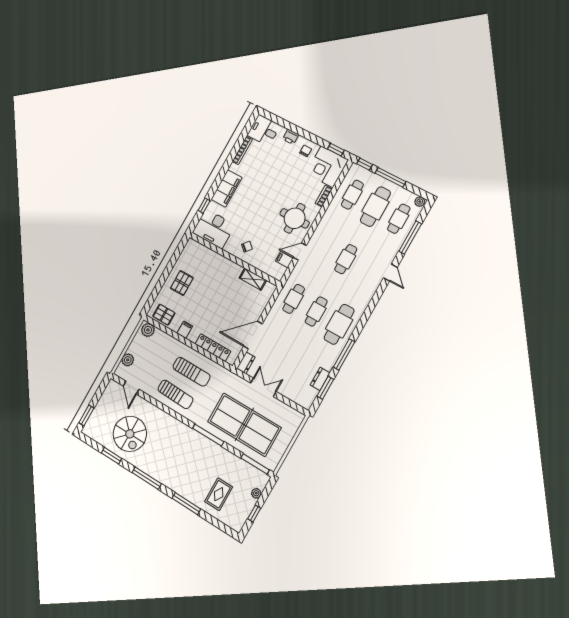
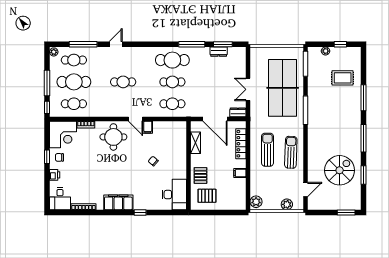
window: (336, 150) -> (47, 157), moved
desk: (214, 229) -> (174, 195), moved
wall: (234, 259) -> (189, 165), moved
shelving: (253, 279) -> (195, 143), moved
pallet: (164, 315) -> (200, 175), moved

